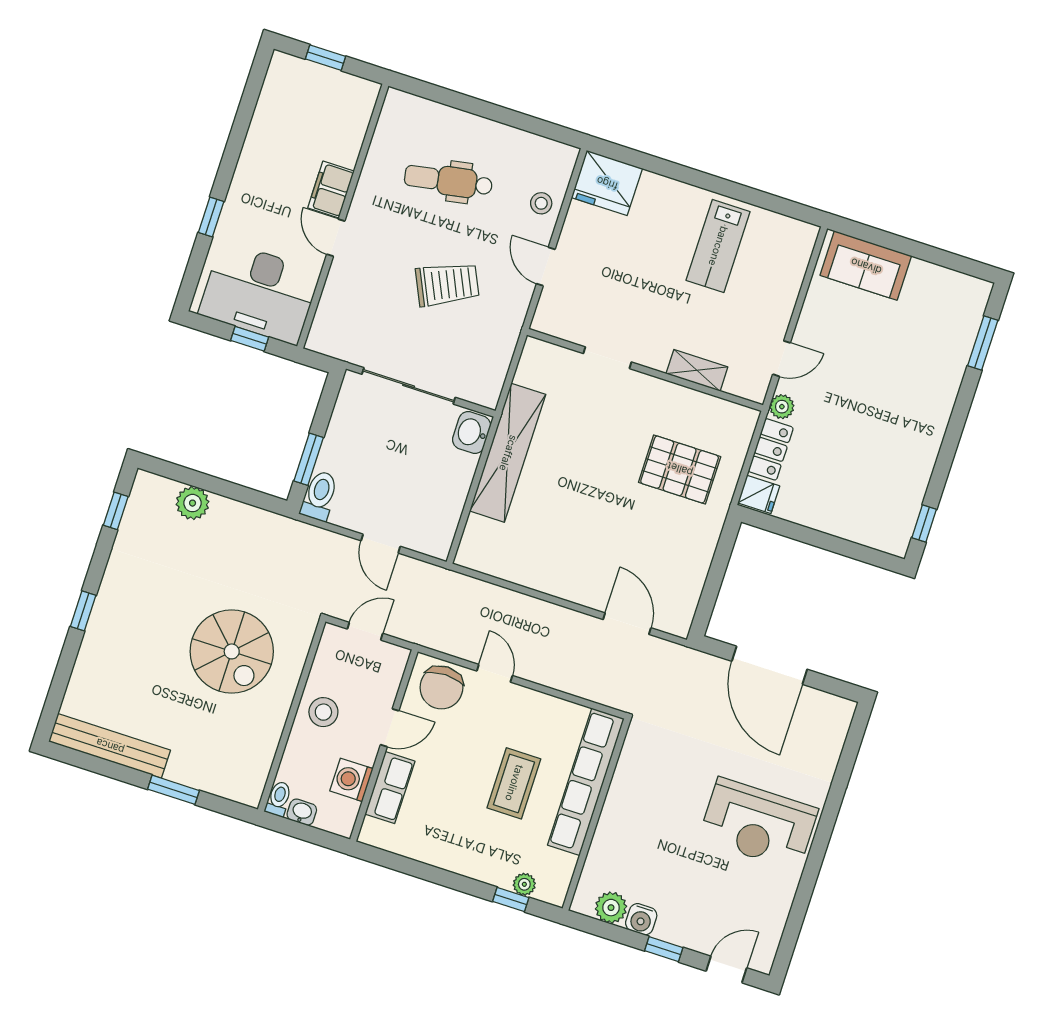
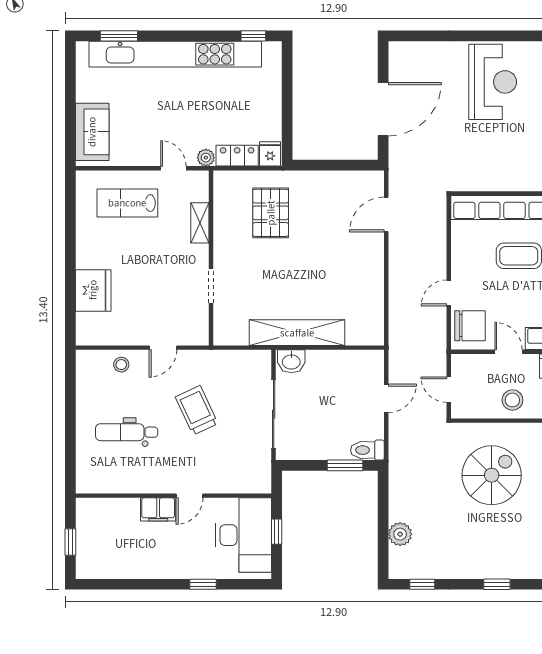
dental chair: (448, 181) -> (127, 432), turned 100
fridge: (607, 183) -> (93, 290), moved
lab bench: (718, 246) -> (127, 203), moved, turned 180
kitchen unit: (934, 411) -> (175, 54), added

